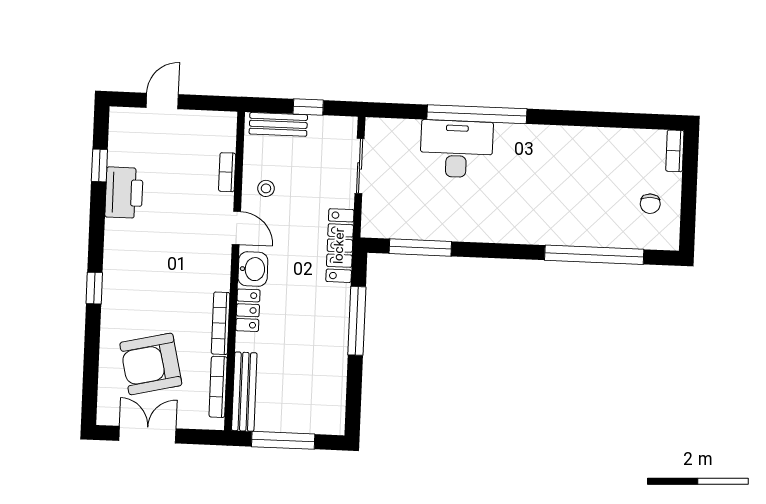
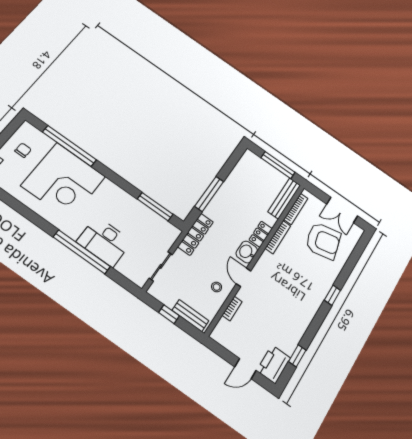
printer: (124, 193) -> (274, 364), moved
corner desk: (567, 197) -> (63, 181), added

